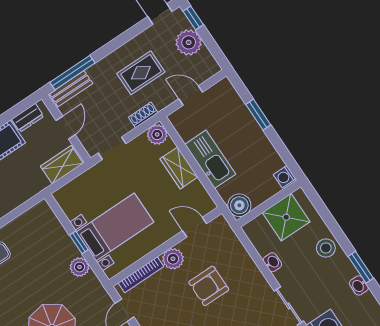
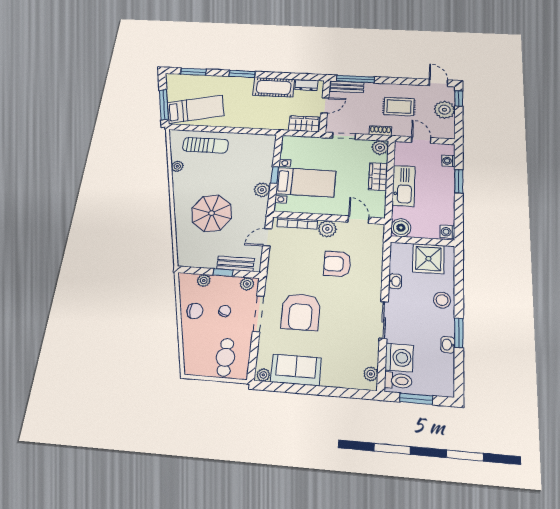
washing machine: (233, 99) -> (448, 161), added

